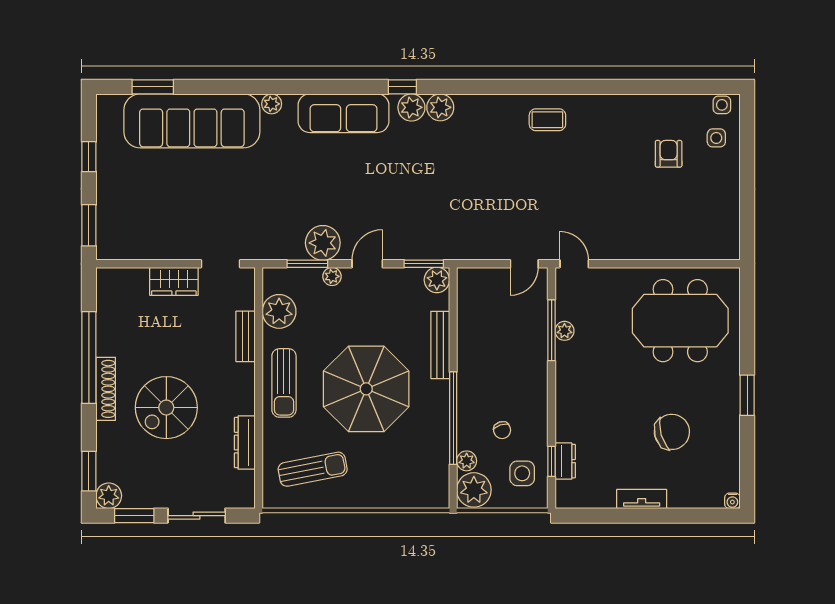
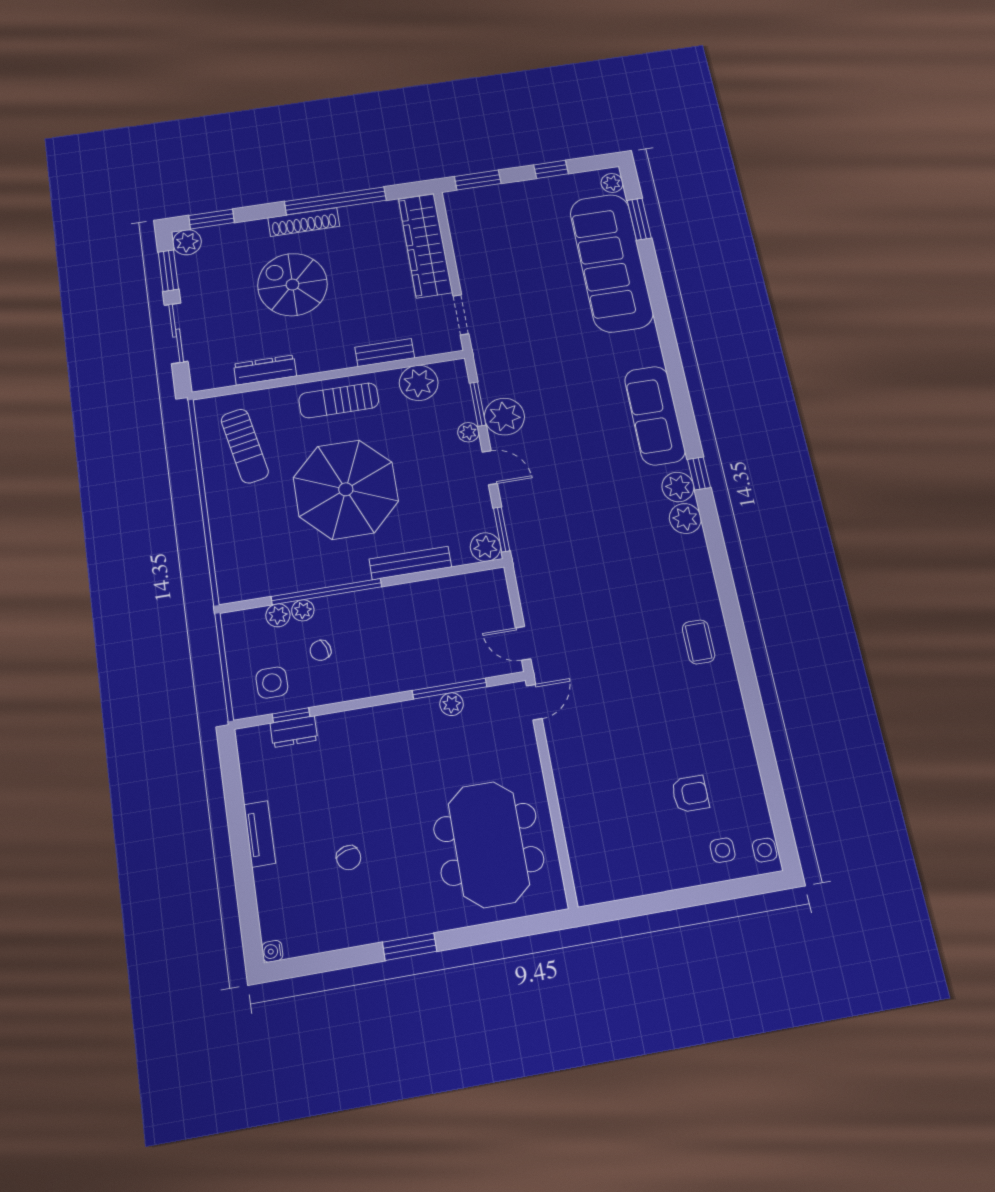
plant: (272, 104) -> (612, 183), moved
wardrobe: (174, 281) -> (425, 245), width x2.10, depth x1.17
chair: (672, 432) -> (349, 858), width x0.54, depth x0.54
plant: (474, 490) -> (303, 610), moved, width x0.53, depth x0.53

